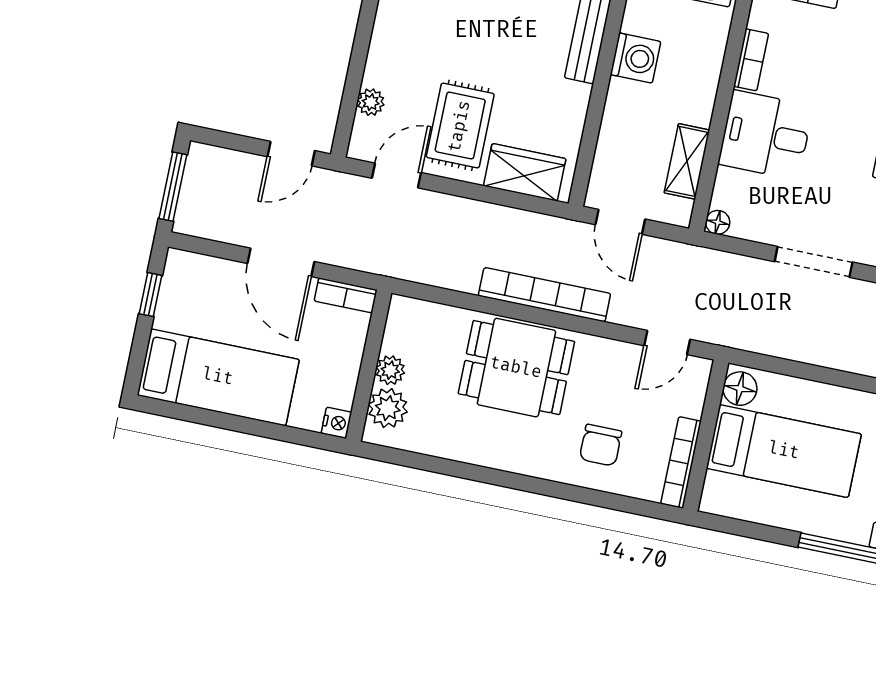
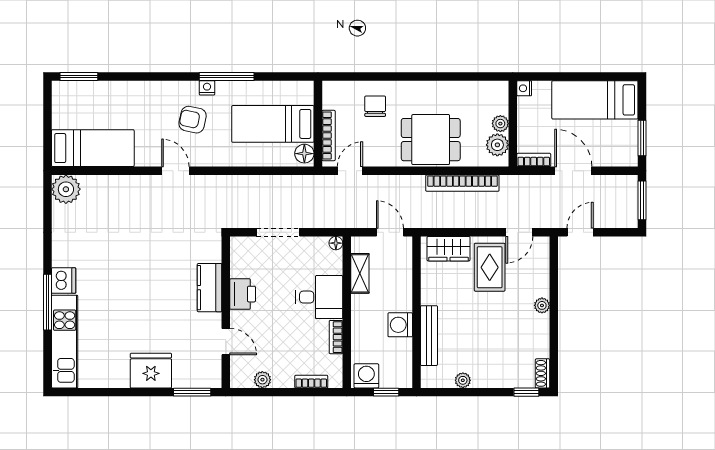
plant: (371, 102) -> (542, 305), moved
window: (151, 295) -> (642, 138), width x1.50
bookcase: (544, 295) -> (462, 183), moved
plant: (388, 408) -> (497, 145), moved
bookcase: (681, 462) -> (329, 136), moved

